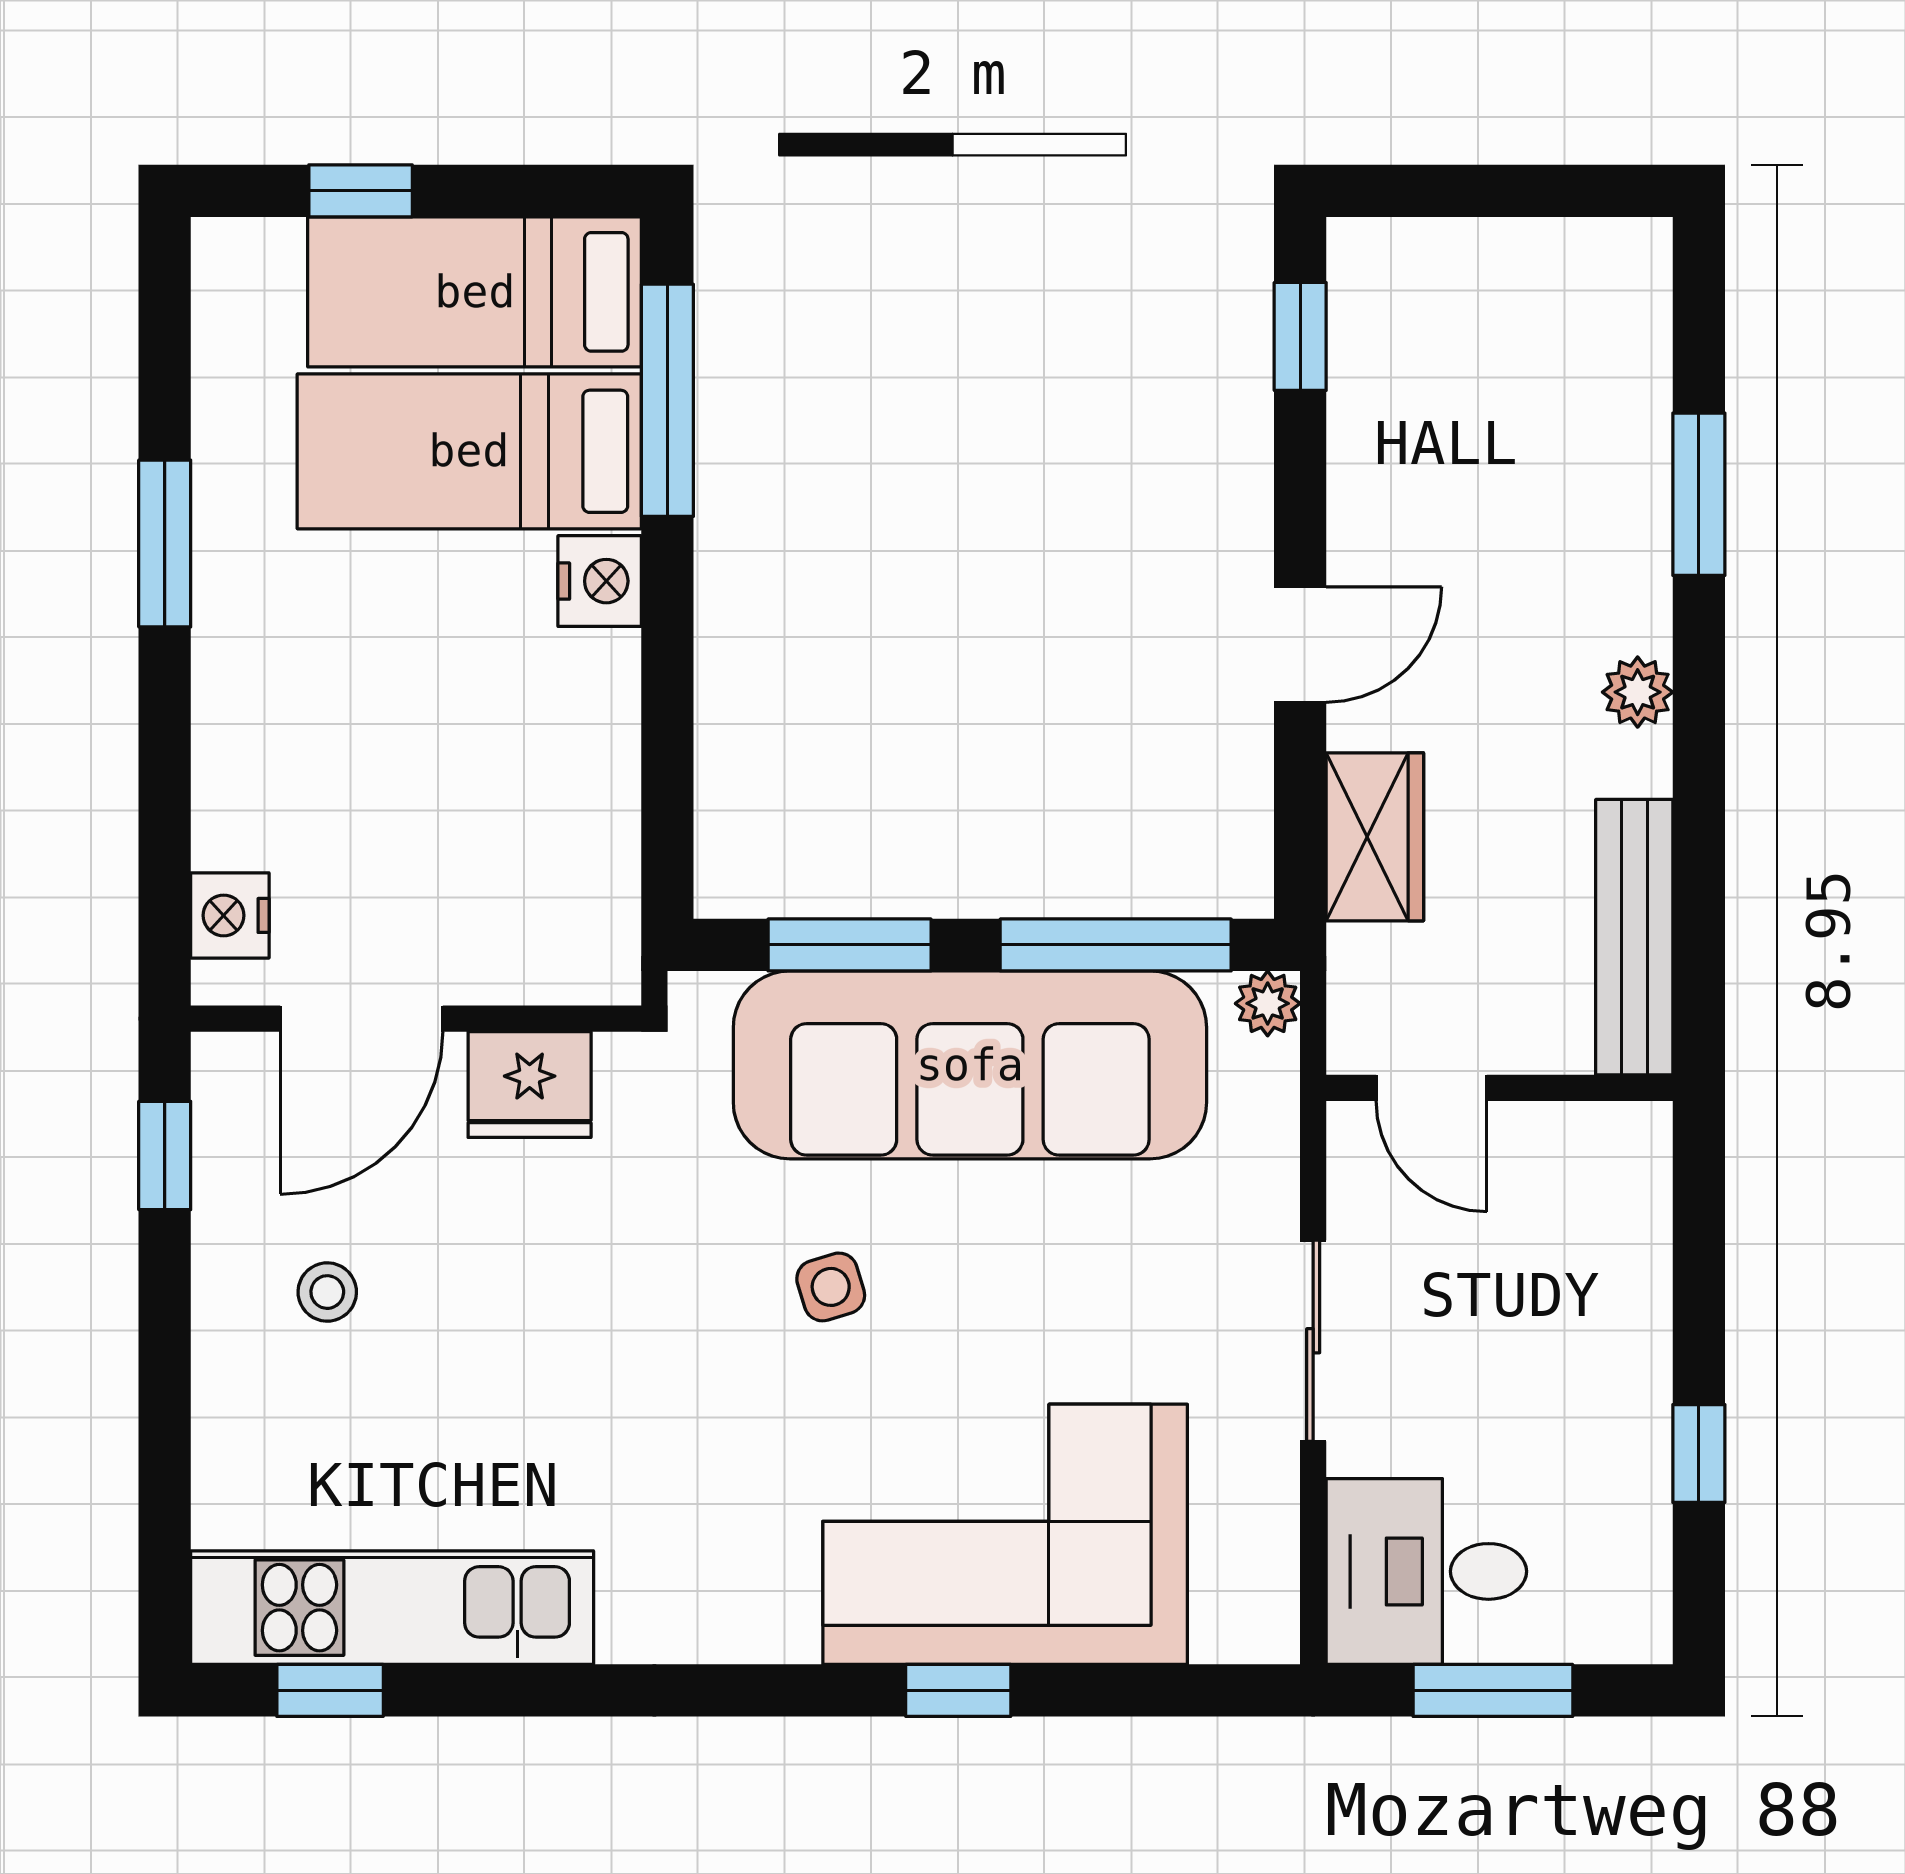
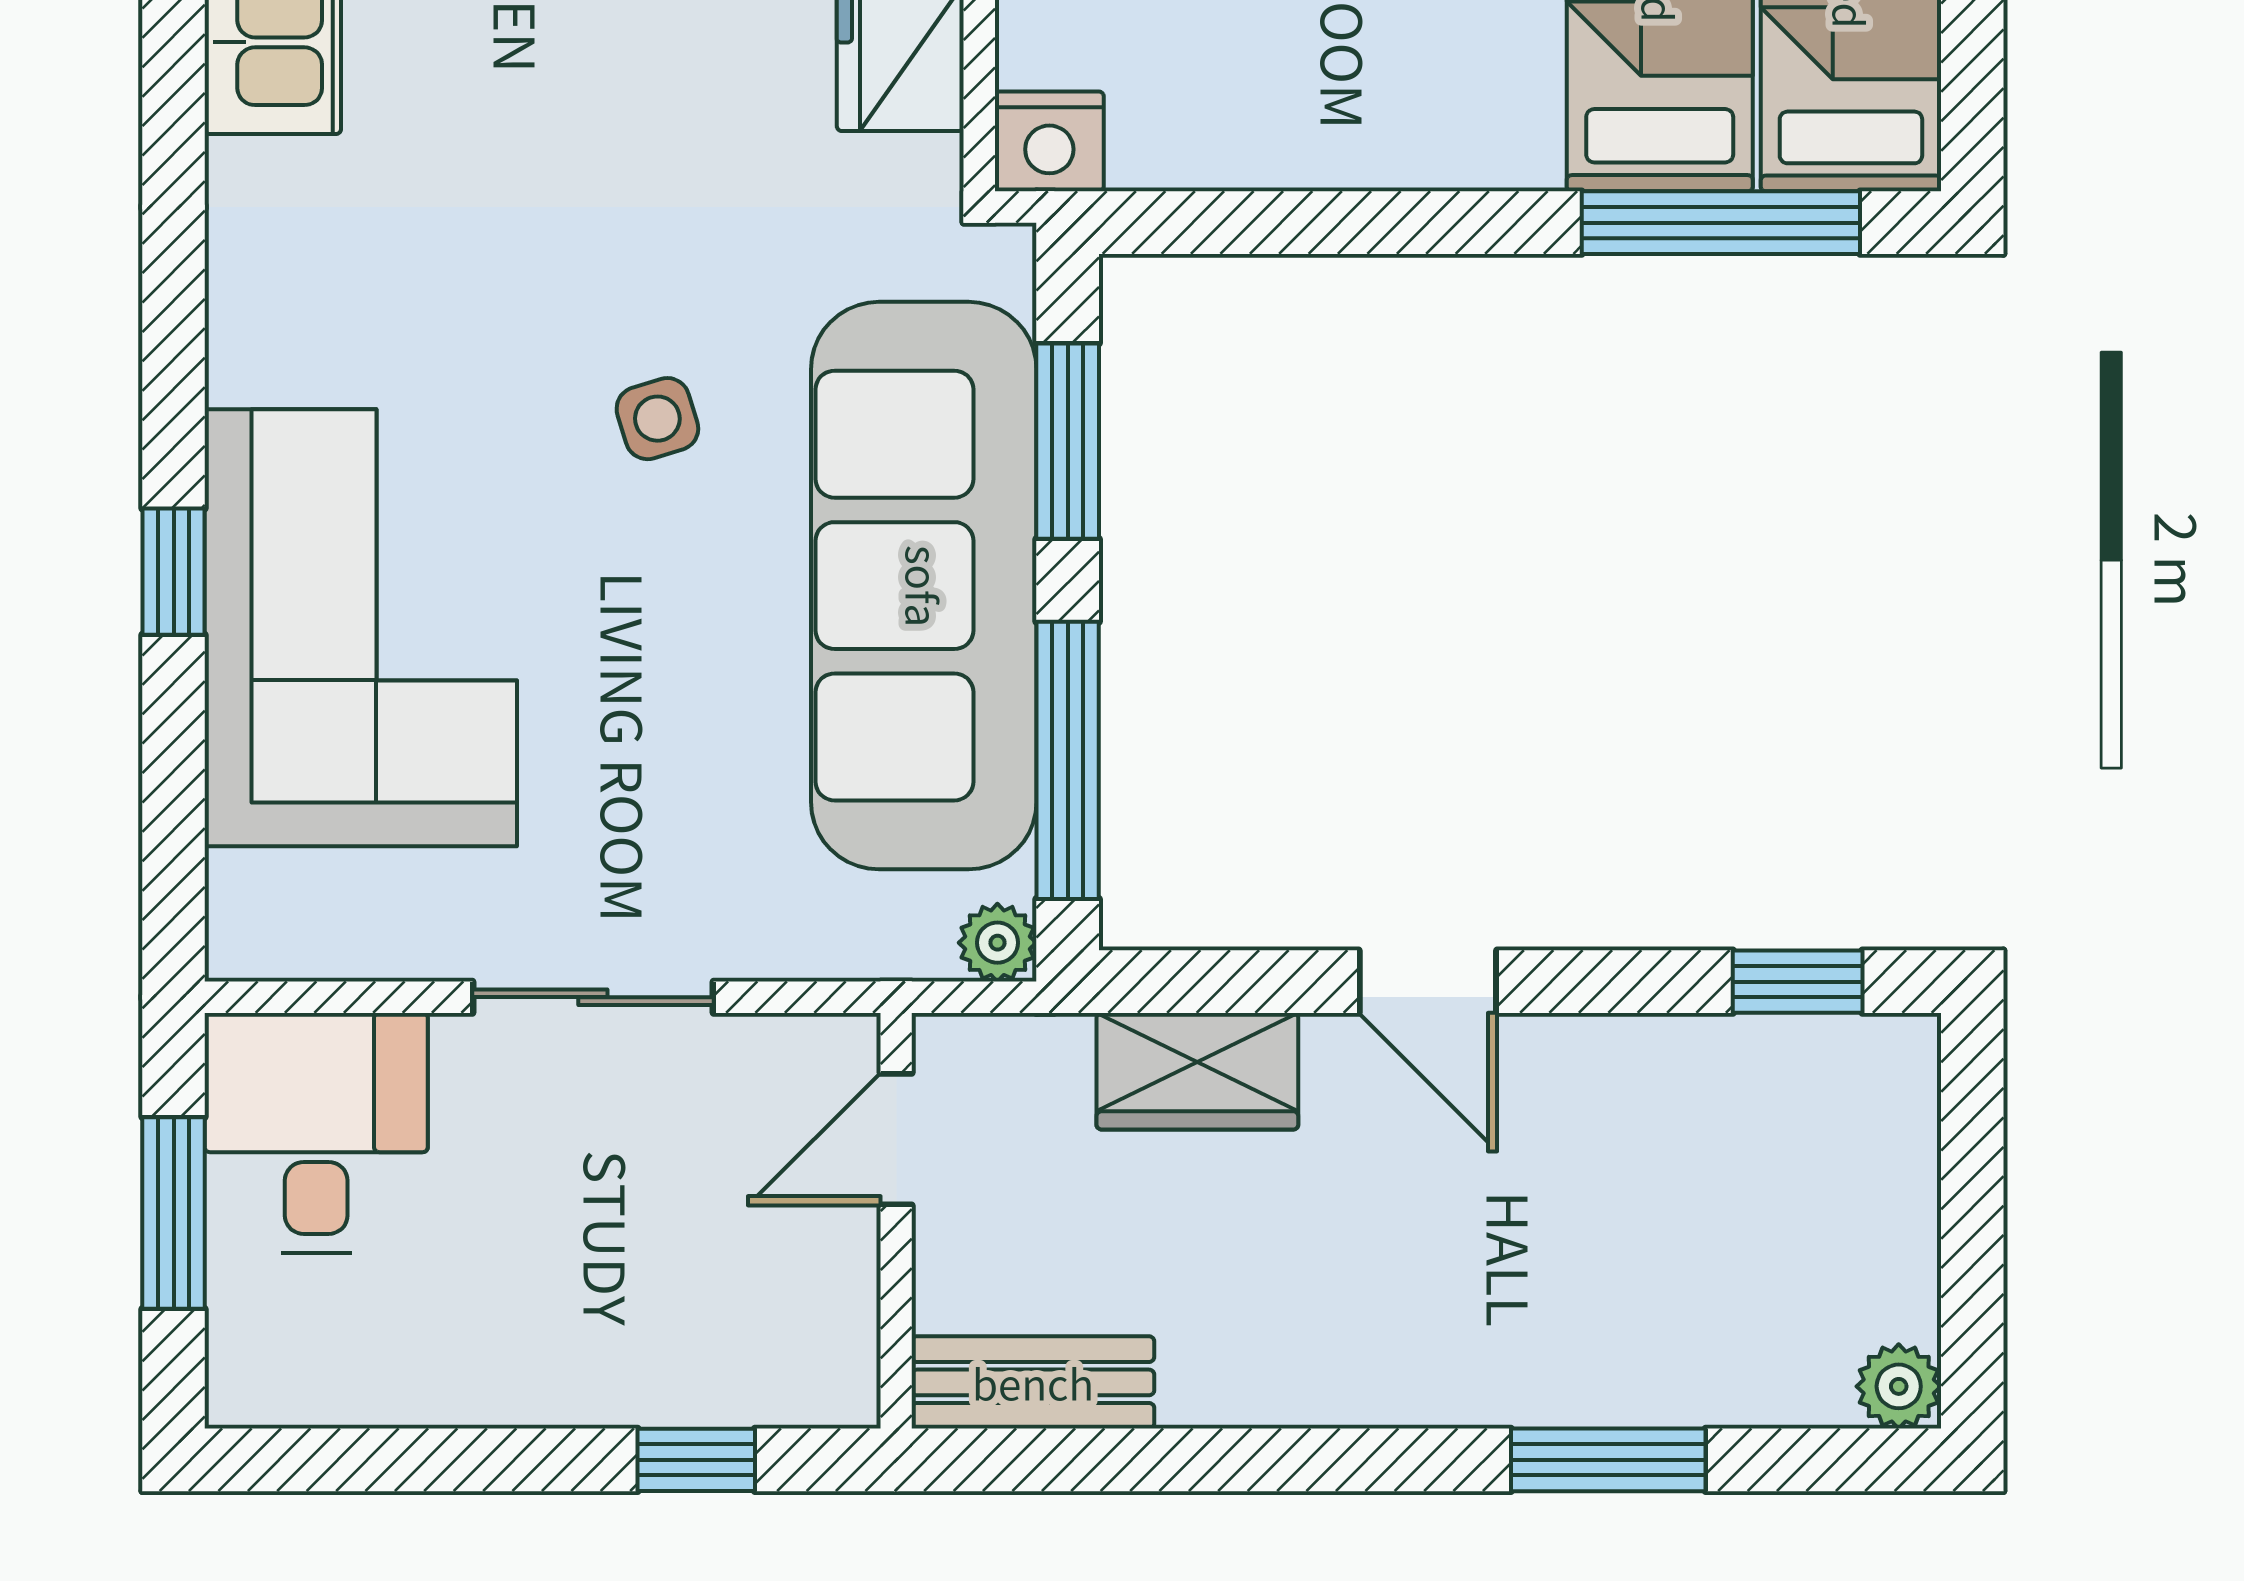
nightstand: (600, 581) -> (1049, 141), moved
plant: (1638, 692) -> (1899, 1386), moved
bench: (1634, 937) -> (1033, 1382), width x0.73
window: (1699, 1454) -> (696, 1460), moved

